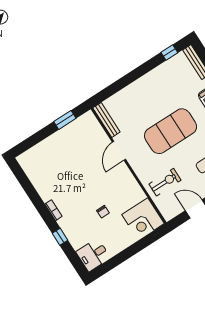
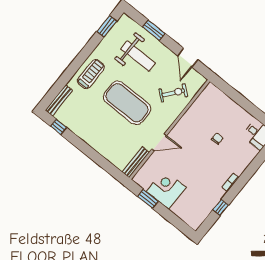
exercise bike: (165, 182) -> (173, 93), turned 129
corner desk: (143, 219) -> (166, 189), moved, turned -90
window: (60, 237) -> (221, 207), moved

